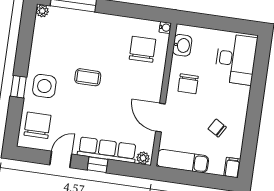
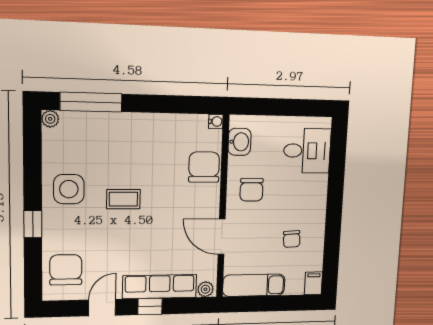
chair: (142, 49) -> (204, 167), moved
desk: (236, 59) -> (307, 151), width x0.73
side table: (44, 86) -> (69, 189), moved
chair: (217, 128) -> (292, 239), turned -125

